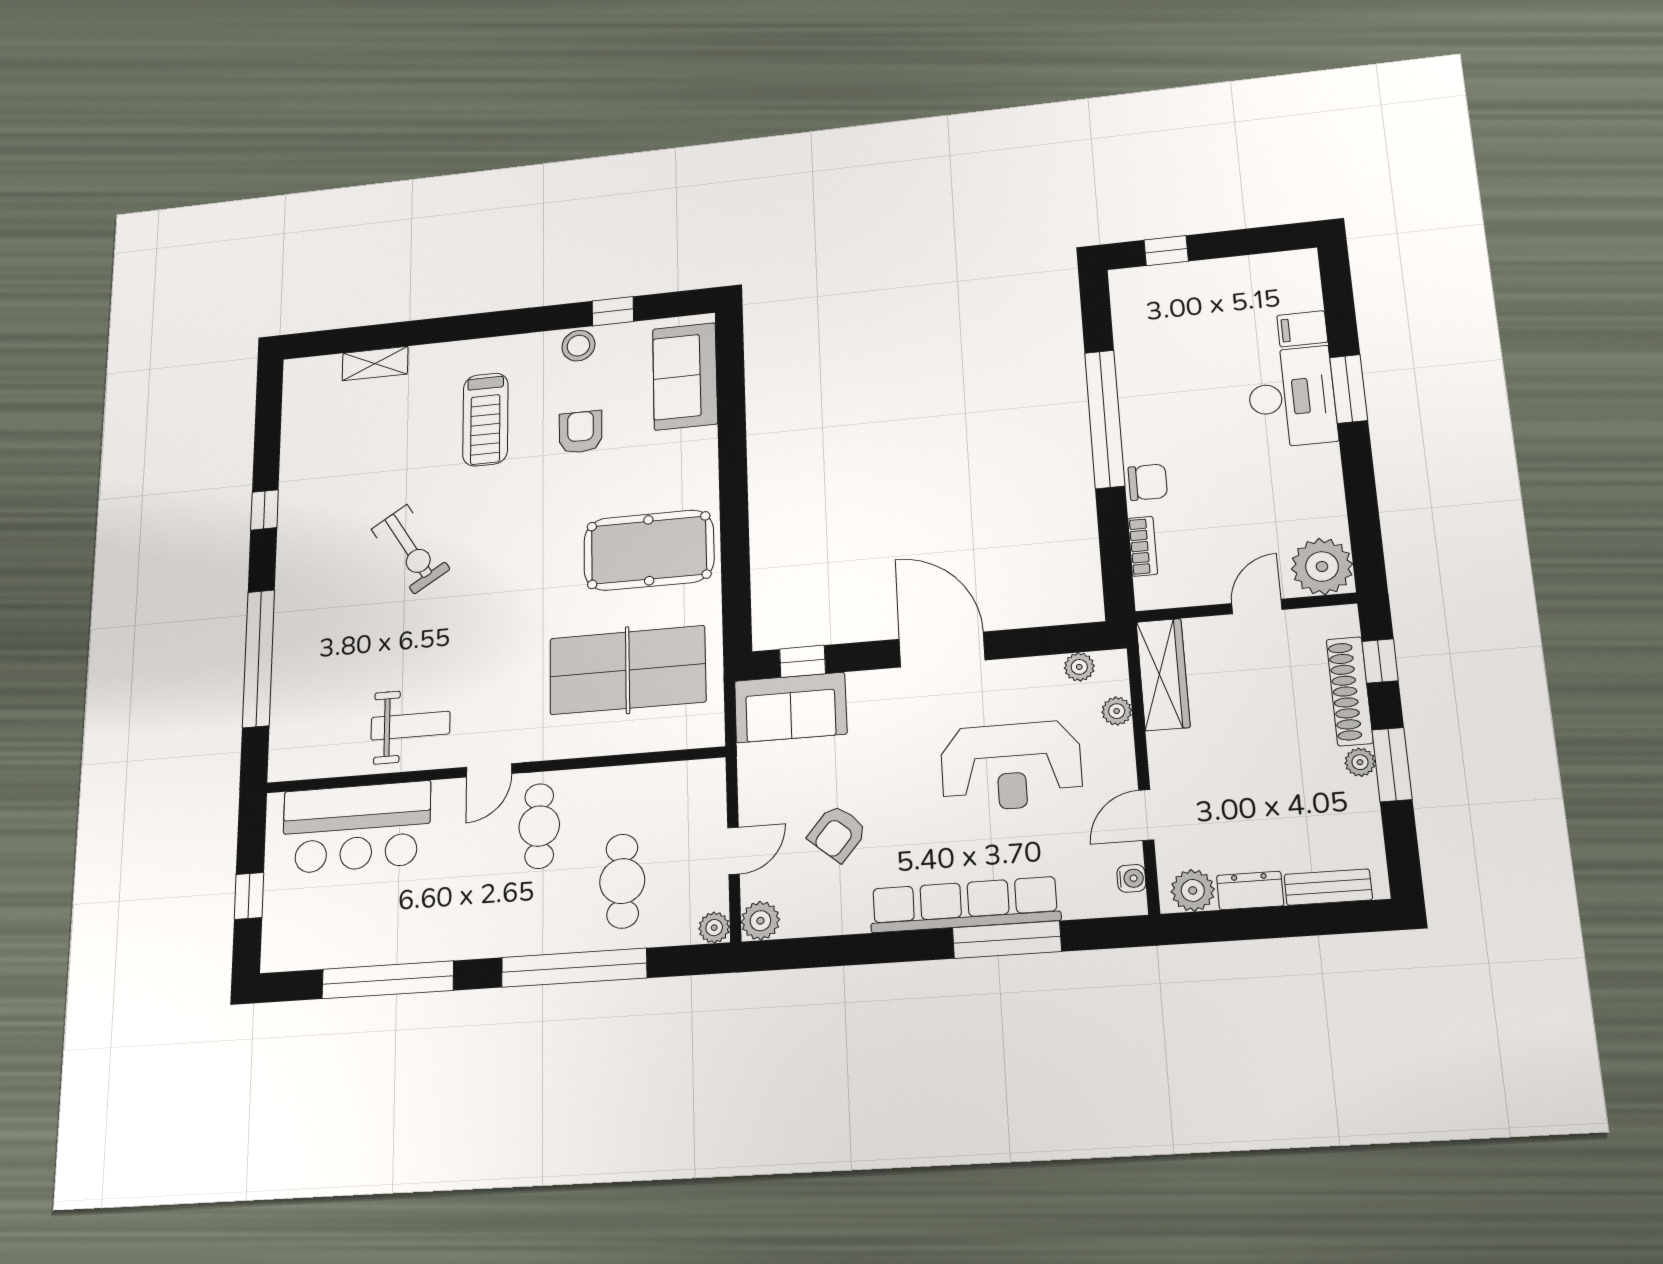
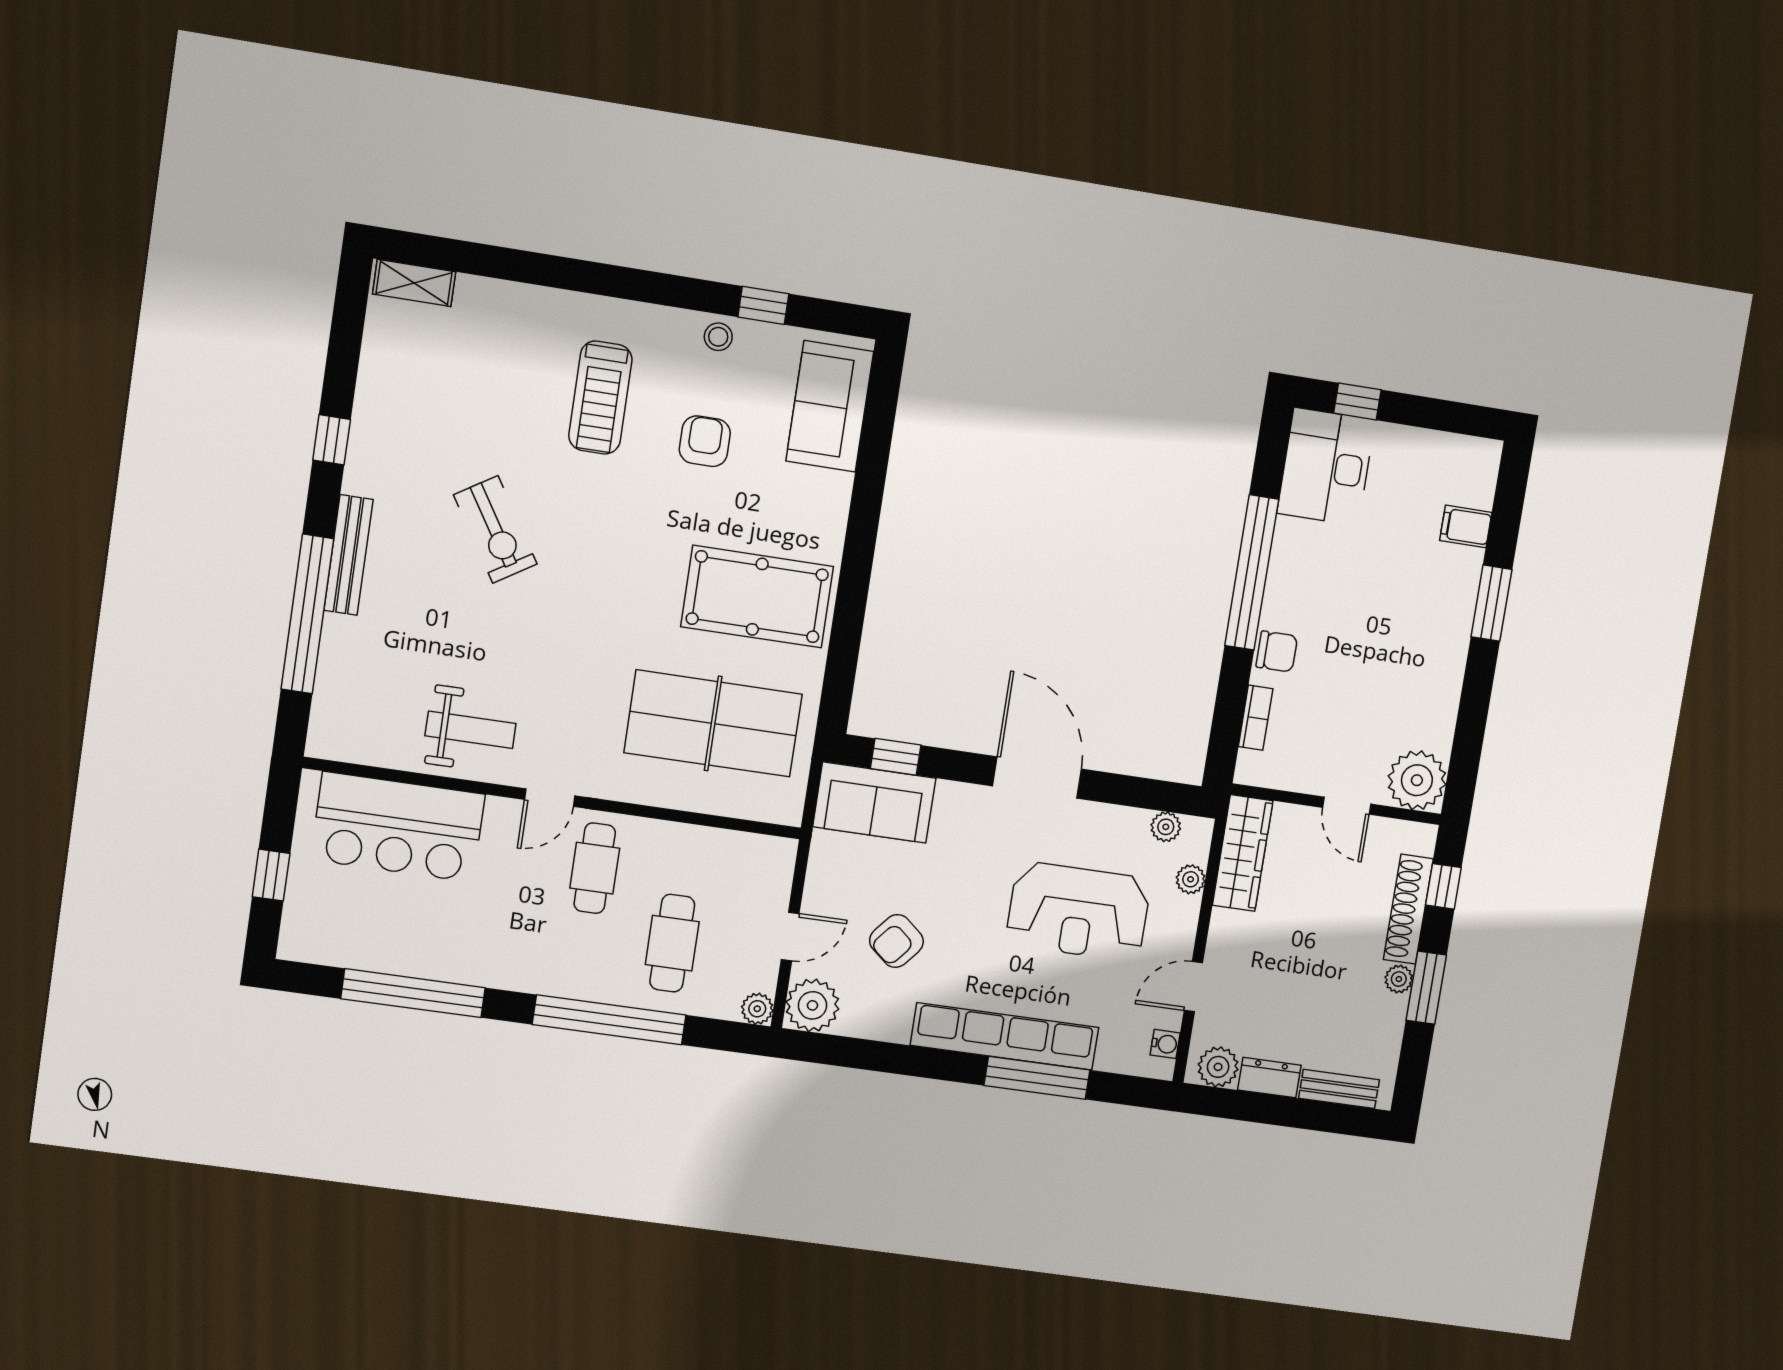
stool: (578, 346) -> (718, 337), width x0.73, depth x0.73
shelving: (375, 363) -> (414, 283), moved
desk: (1292, 397) -> (1326, 467), moved, turned 180
bench: (288, 601) -> (349, 555), added
door: (1257, 606) -> (1347, 806), swing flipped
plant: (760, 921) -> (812, 1005), width x1.36, depth x1.36

